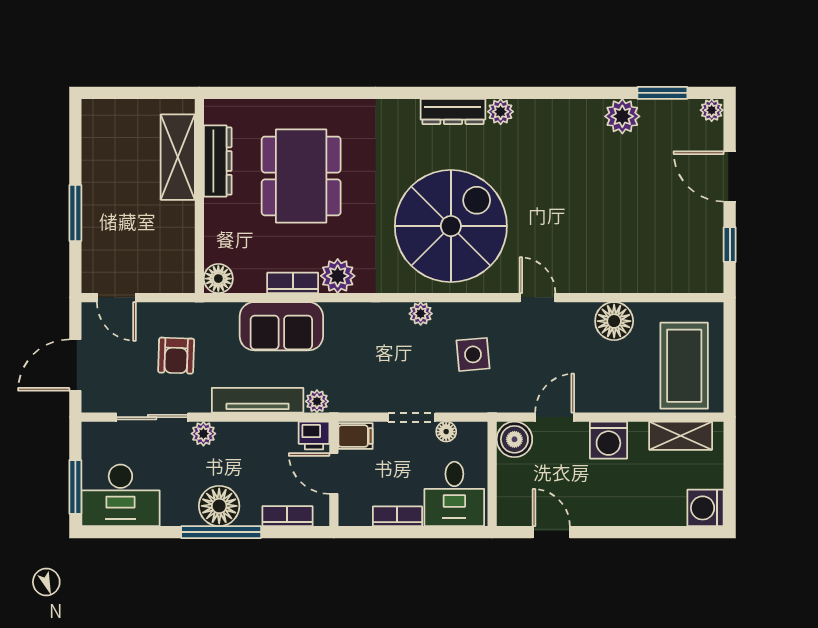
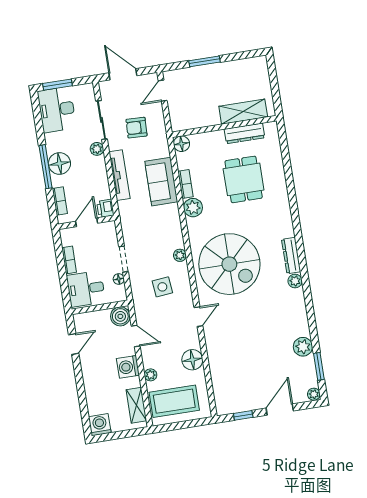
dining table: (301, 176) -> (244, 179), width x0.73
plant: (317, 401) -> (151, 375), moved
filing cabinet: (355, 436) -> (109, 231), removed

